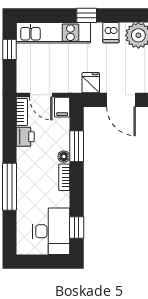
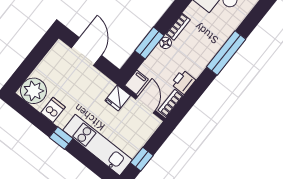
fridge: (91, 83) -> (118, 98), moved

